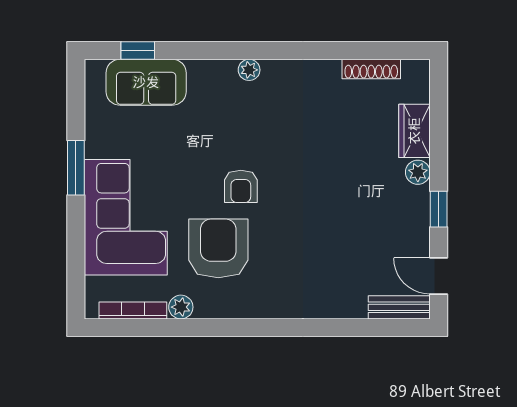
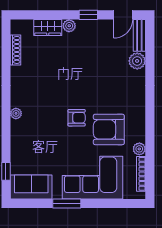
sofa: (146, 82) -> (31, 187), moved, turned -90
plant: (350, 303) -> (137, 61), added

